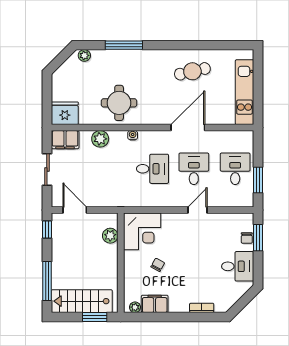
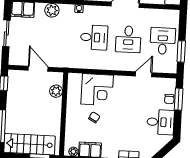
desk: (194, 169) -> (128, 39), turned 180
door: (75, 210) -> (38, 69), moved
door: (198, 210) -> (144, 74), moved
corner desk: (142, 231) -> (97, 90), moved

